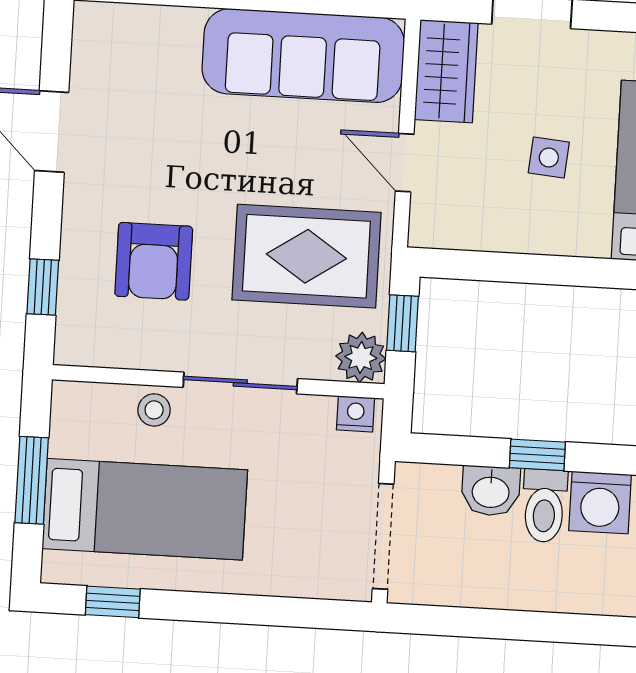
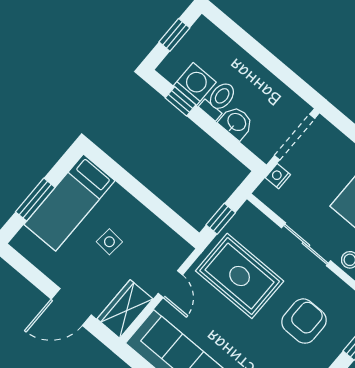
plant: (361, 357) -> (248, 218), removed
nightstand: (356, 414) -> (278, 176), moved, turned 90
window: (537, 455) -> (181, 101), moved

